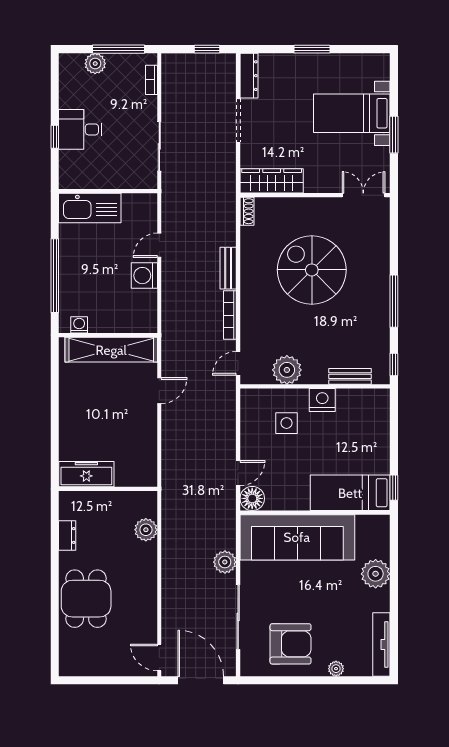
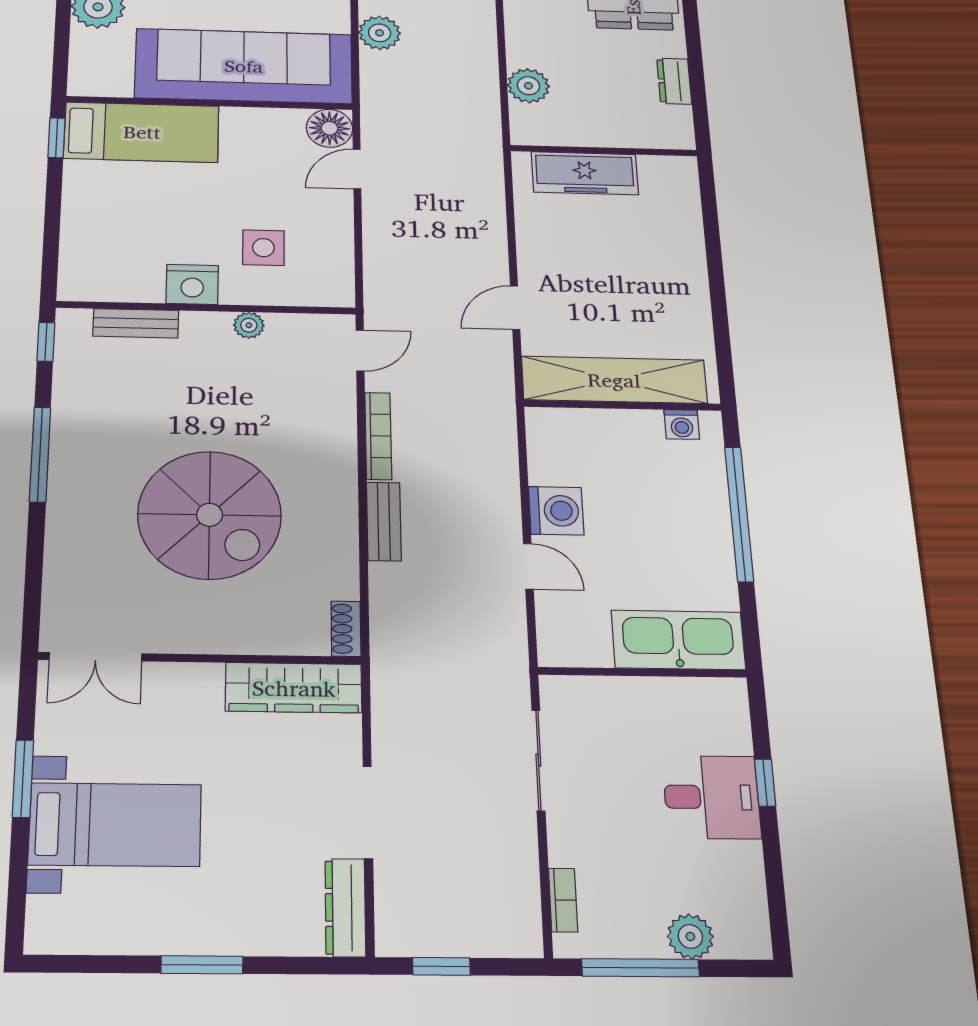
door: (159, 245) -> (528, 566), hinge flipped
plant: (287, 370) -> (249, 325), width x0.53, depth x0.53
freezer: (86, 474) -> (585, 173), moved

